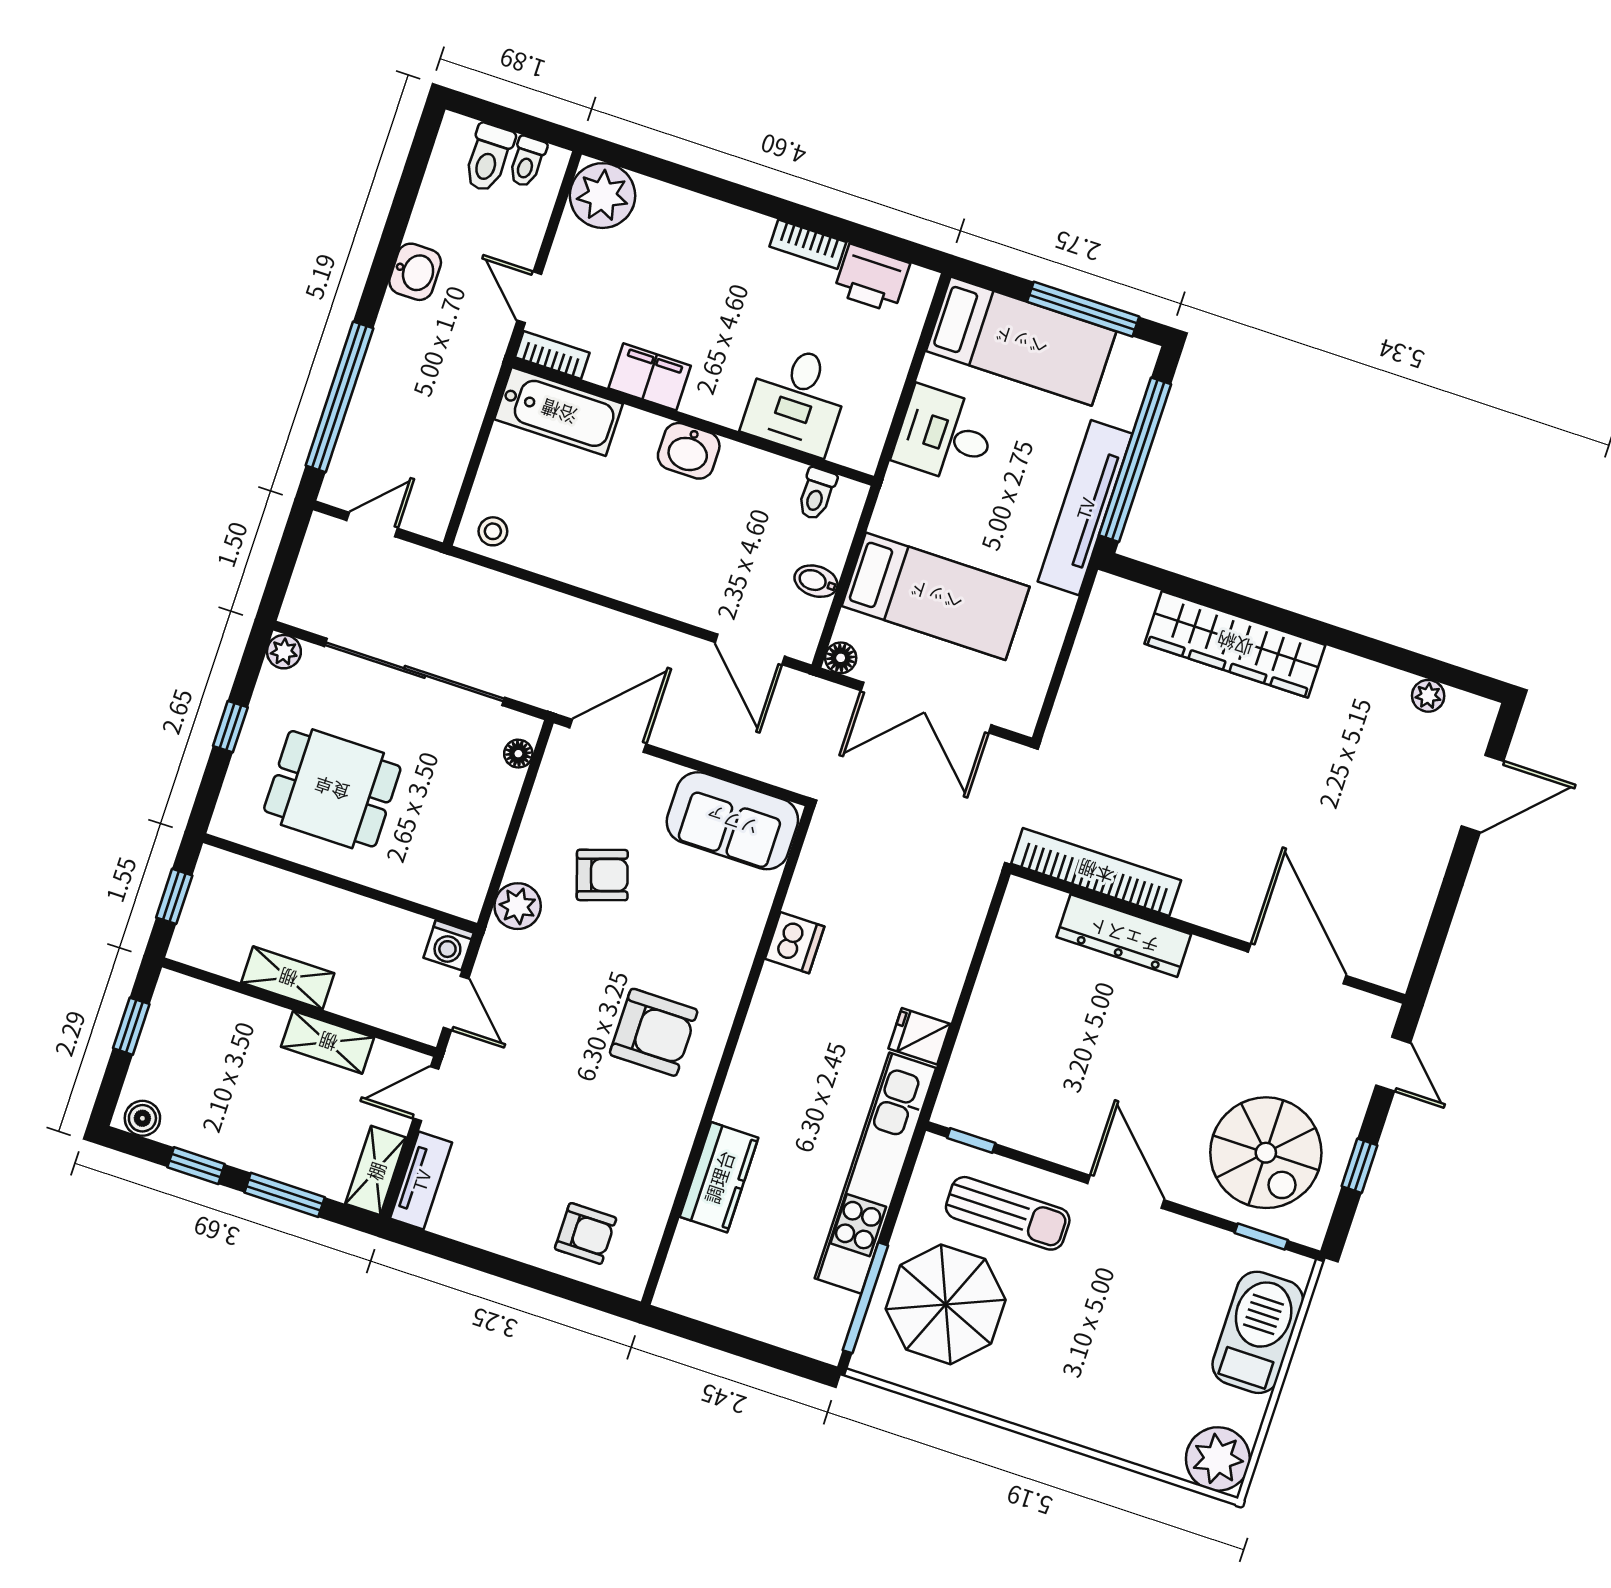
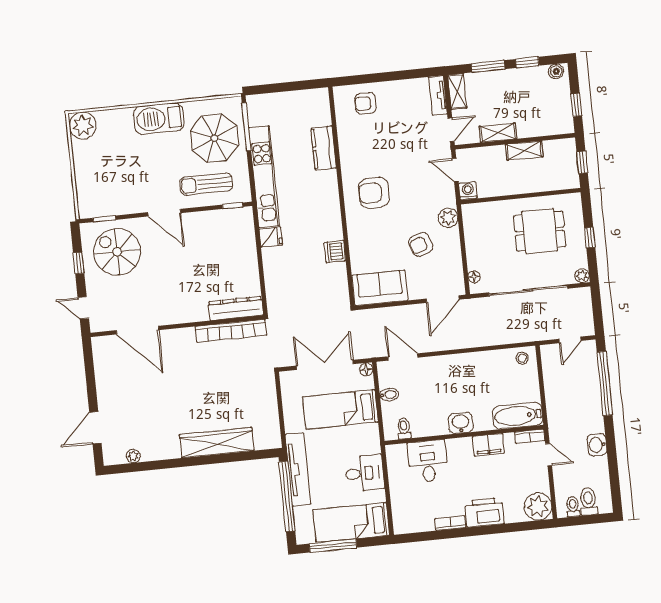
printer: (872, 278) -> (484, 512), moved, width x1.37, depth x1.19
dresser: (1124, 936) -> (236, 308), moved
barbecue: (1258, 1332) -> (159, 119), moved, turned 90

